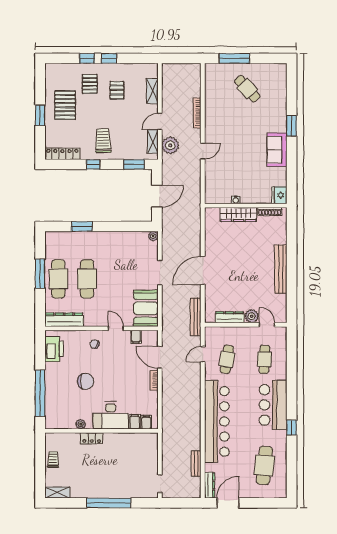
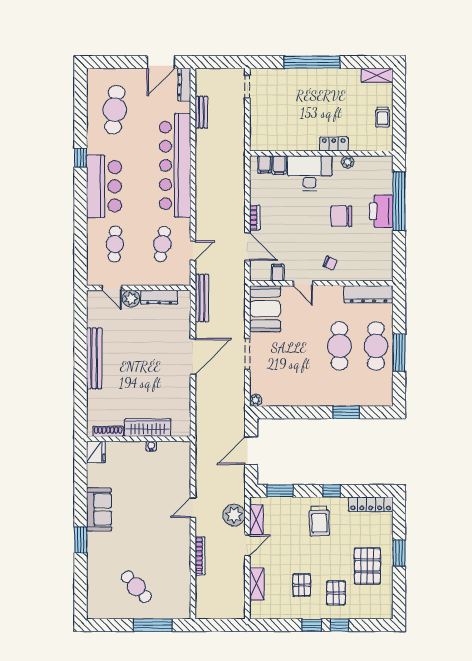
printer: (54, 349) -> (381, 211), moved

